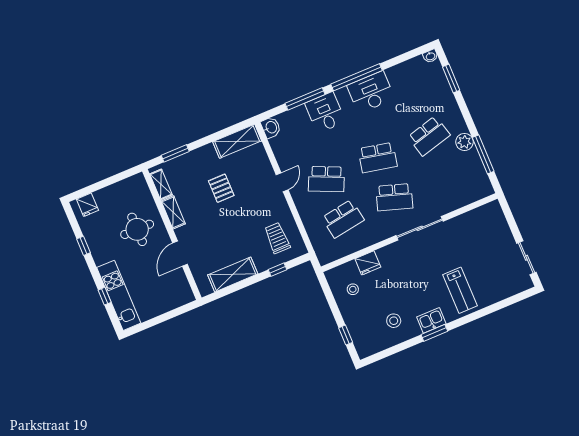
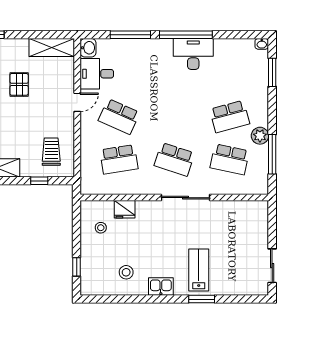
desk: (325, 113) -> (97, 74), moved, turned -90
school desk: (378, 158) -> (230, 159), moved
lab bench: (460, 290) -> (199, 270), turned 180
window: (434, 333) -> (202, 299), moved

